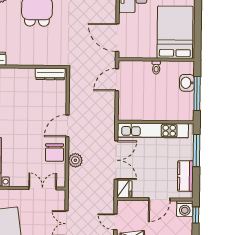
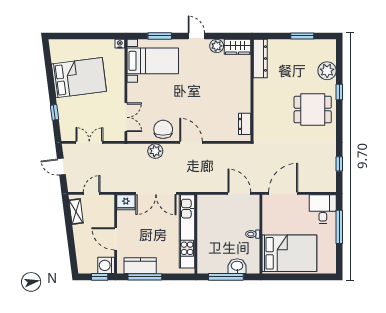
dresser: (50, 74) -> (245, 124), width x0.70
window: (196, 151) -> (145, 277), moved
chair: (55, 152) -> (163, 129), turned 90

